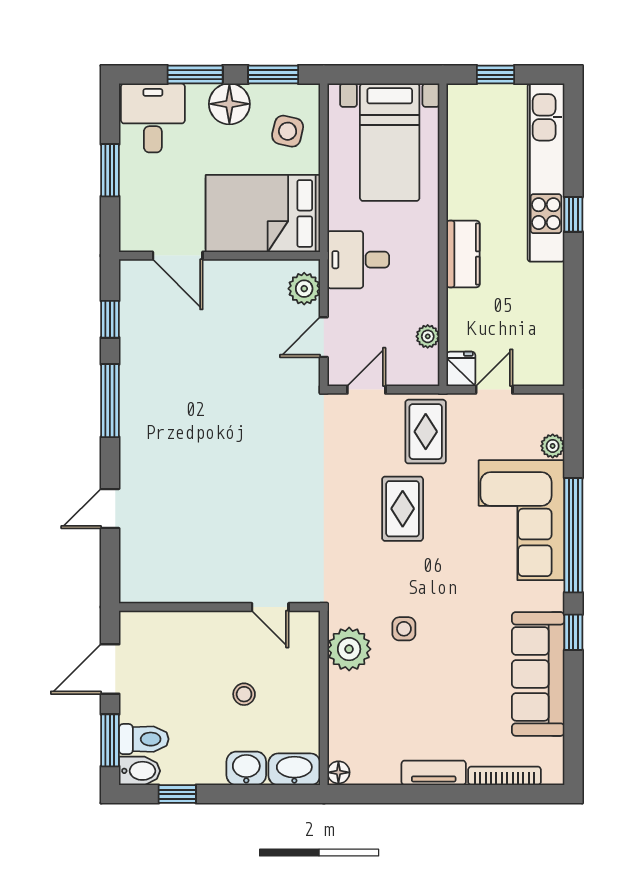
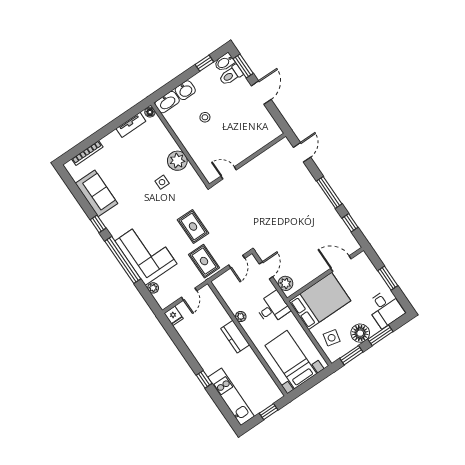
kitchen unit: (546, 173) -> (231, 397), width x0.73
plant: (428, 336) -> (241, 317), moved
fridge: (461, 369) -> (174, 316), moved
wall: (220, 607) -> (247, 160), moved
door: (270, 607) -> (229, 173), moved
sofa: (538, 674) -> (96, 193), width x0.73
tv unit: (434, 773) -> (131, 125), moved

